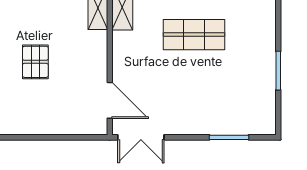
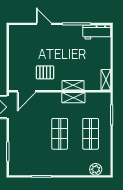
pallet: (35, 62) -> (45, 72), moved

